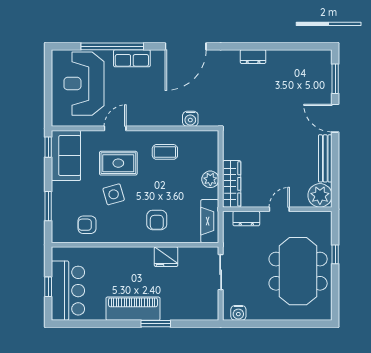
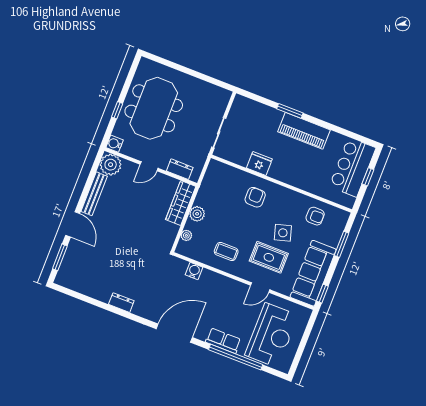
plant: (213, 153) -> (186, 235), added
sofa: (66, 156) -> (313, 273), width x1.36
fireplace: (210, 221) -> (211, 179), removed
water cooler: (238, 313) -> (115, 144), moved, turned -90

